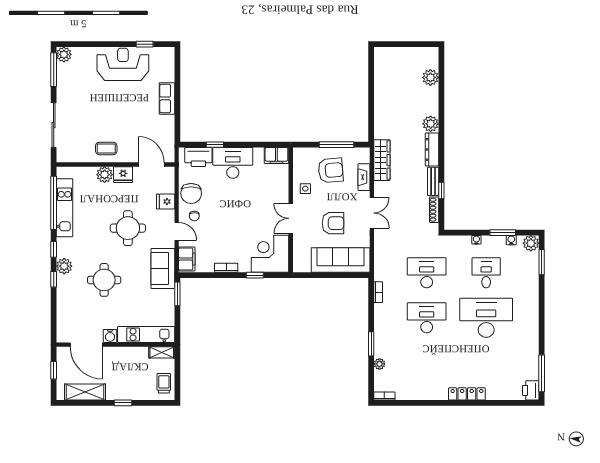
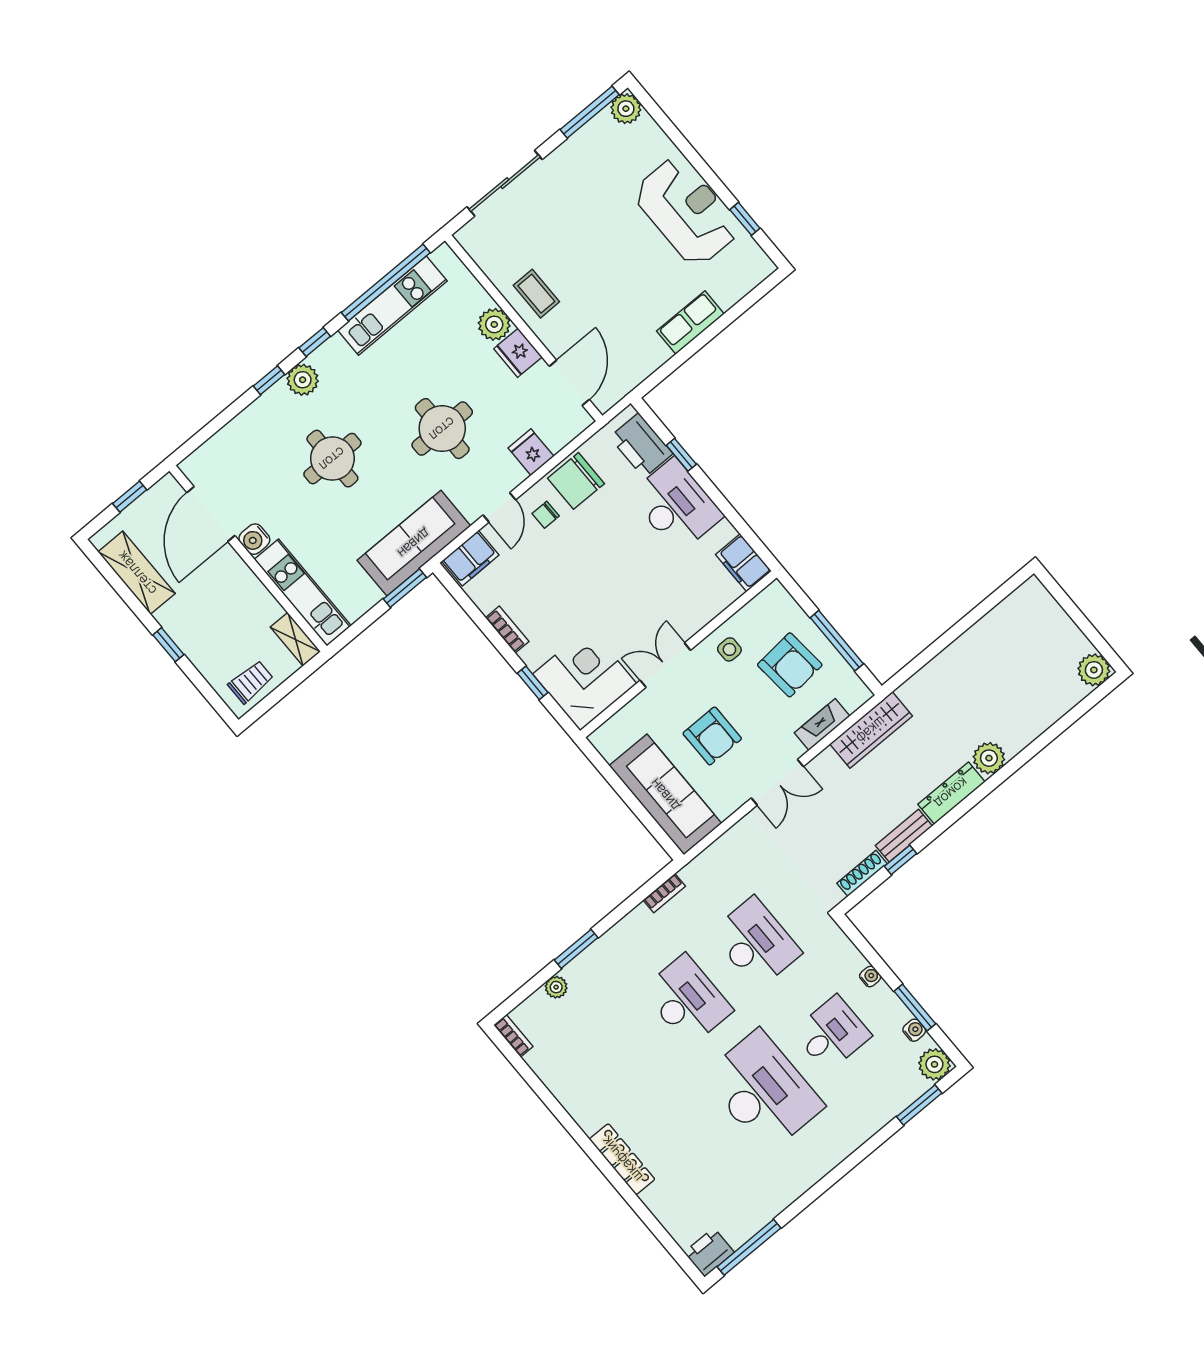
plant: (430, 77) -> (1094, 670), moved
sofa: (163, 269) -> (414, 543), width x1.36

